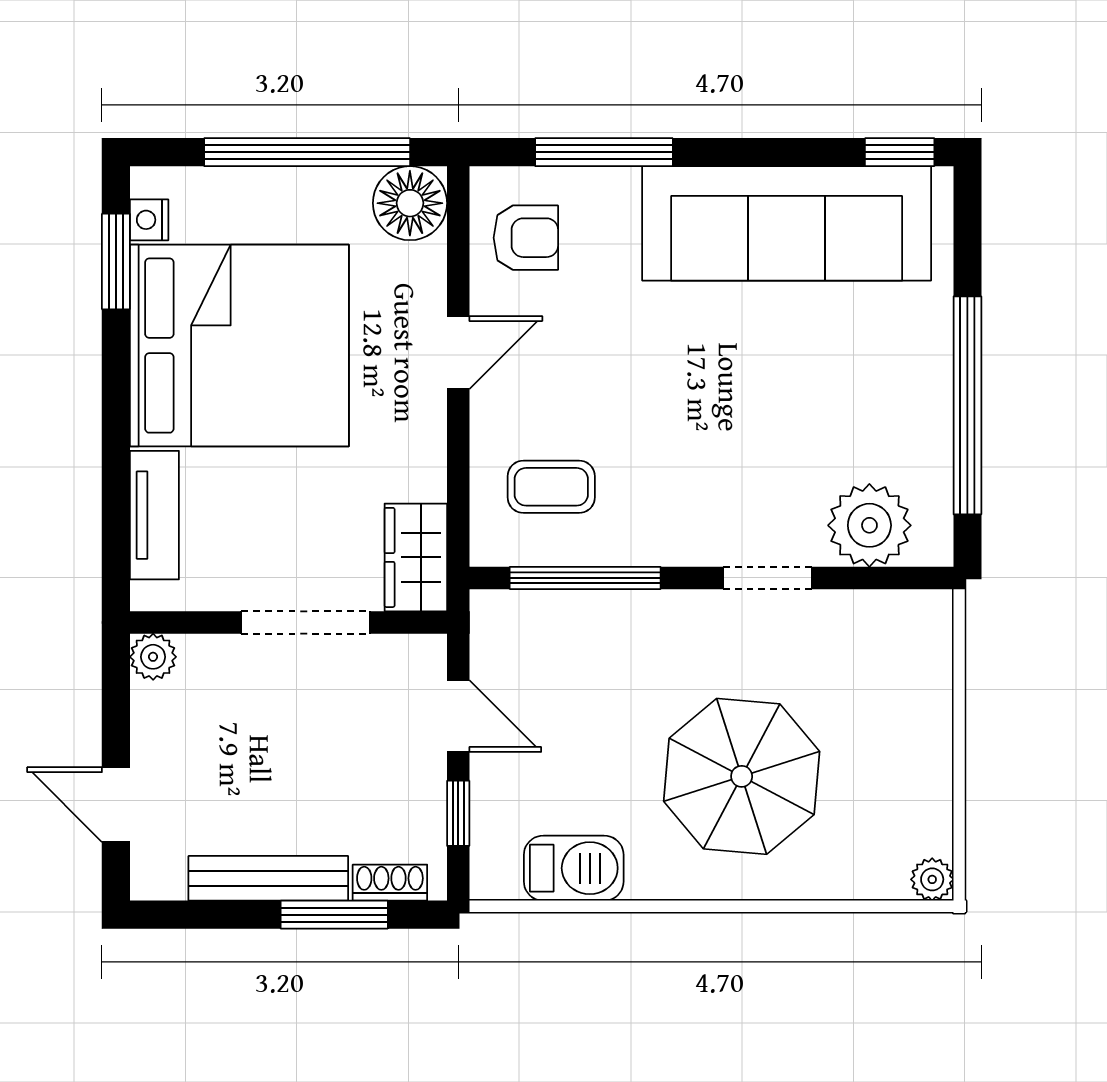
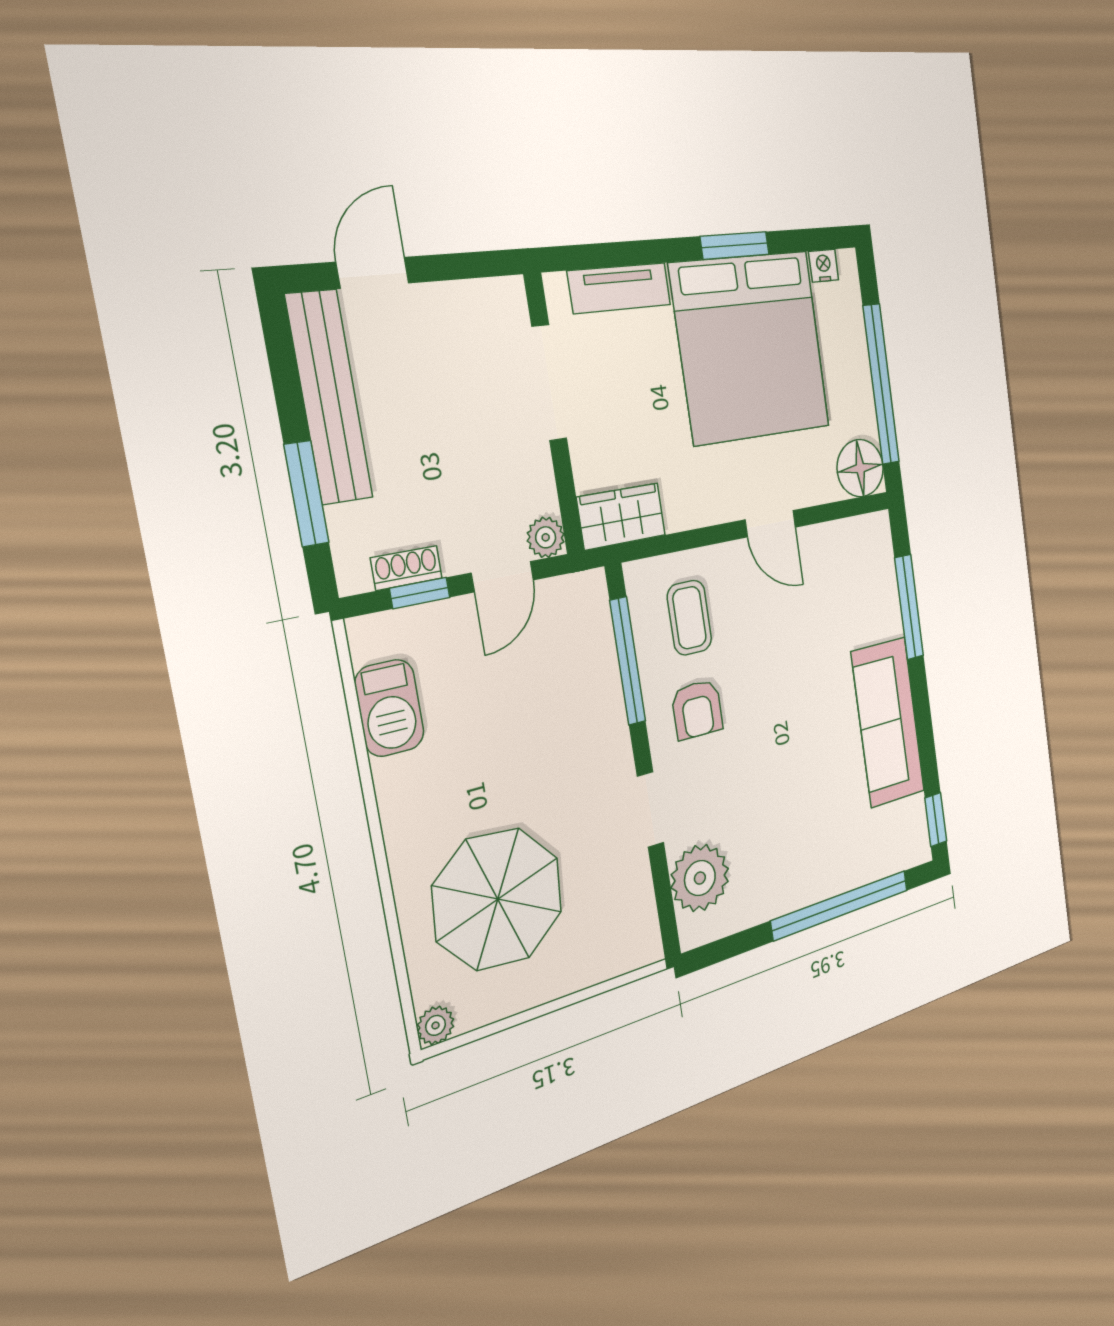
sofa: (787, 223) -> (888, 722), width x0.74, depth x0.79
armchair: (526, 238) -> (697, 709), moved
window: (116, 262) -> (735, 245), moved
window: (967, 405) -> (841, 905), moved
doorway: (306, 622) -> (549, 383), moved
plant: (153, 657) -> (546, 537), moved
parasol: (742, 776) -> (498, 899), moved
bench: (268, 878) -> (329, 397), width x1.37, depth x1.21
shoe rack: (390, 883) -> (406, 568), moved, turned -90

